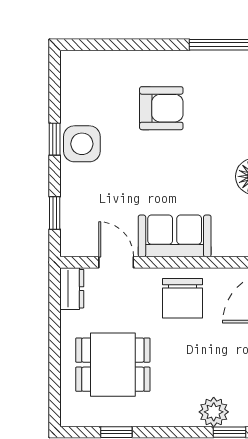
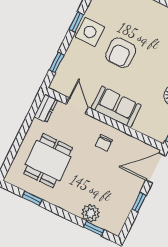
armchair: (161, 108) -> (121, 53), moved, turned 90
chair: (183, 298) -> (104, 143), width x0.54, depth x0.54
dining table: (113, 365) -> (48, 161), turned 90

